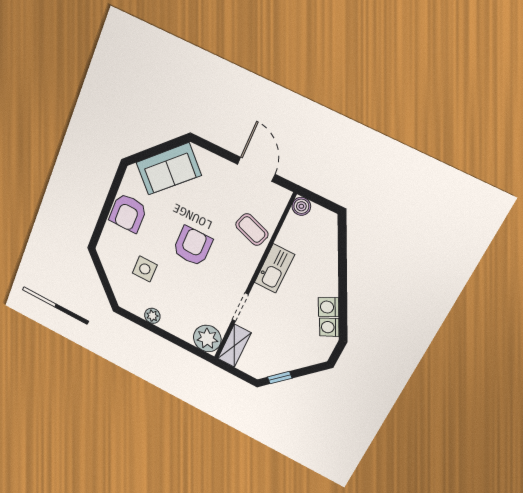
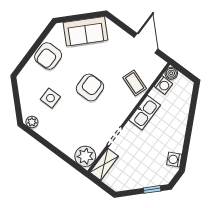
washing machine: (329, 307) -> (163, 85), moved, turned -153
plant: (152, 316) -> (32, 122), moved
window: (280, 378) -> (152, 189), moved

